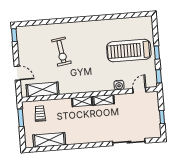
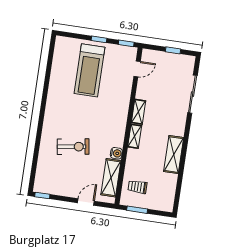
water cooler: (119, 85) -> (116, 153), moved
door: (139, 90) -> (137, 69), swing flipped
shelving: (49, 140) -> (174, 155), moved

